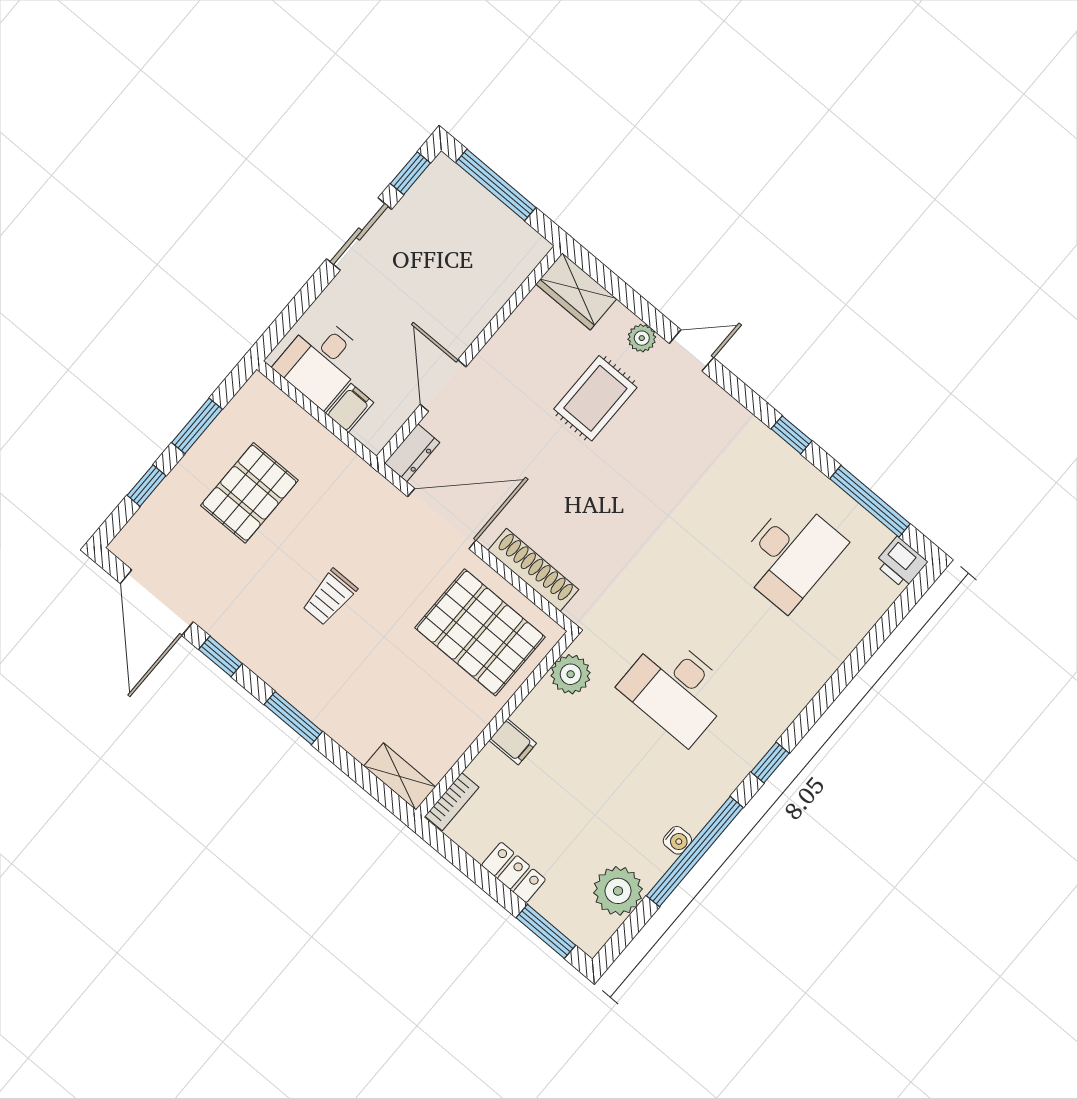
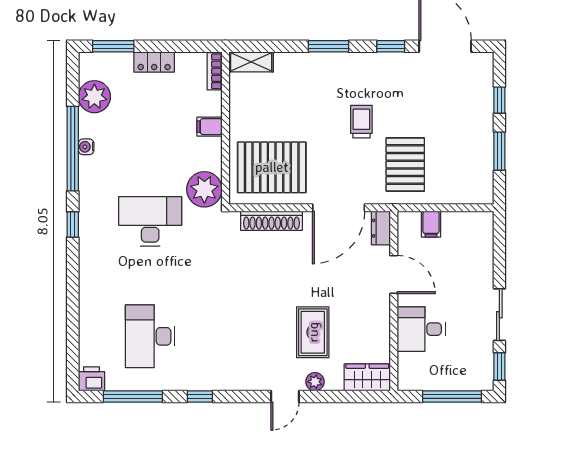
desk: (321, 362) -> (421, 329), moved, turned -90
pallet: (249, 493) -> (405, 165), moved
plant: (571, 674) -> (204, 189), width x1.36, depth x1.36

